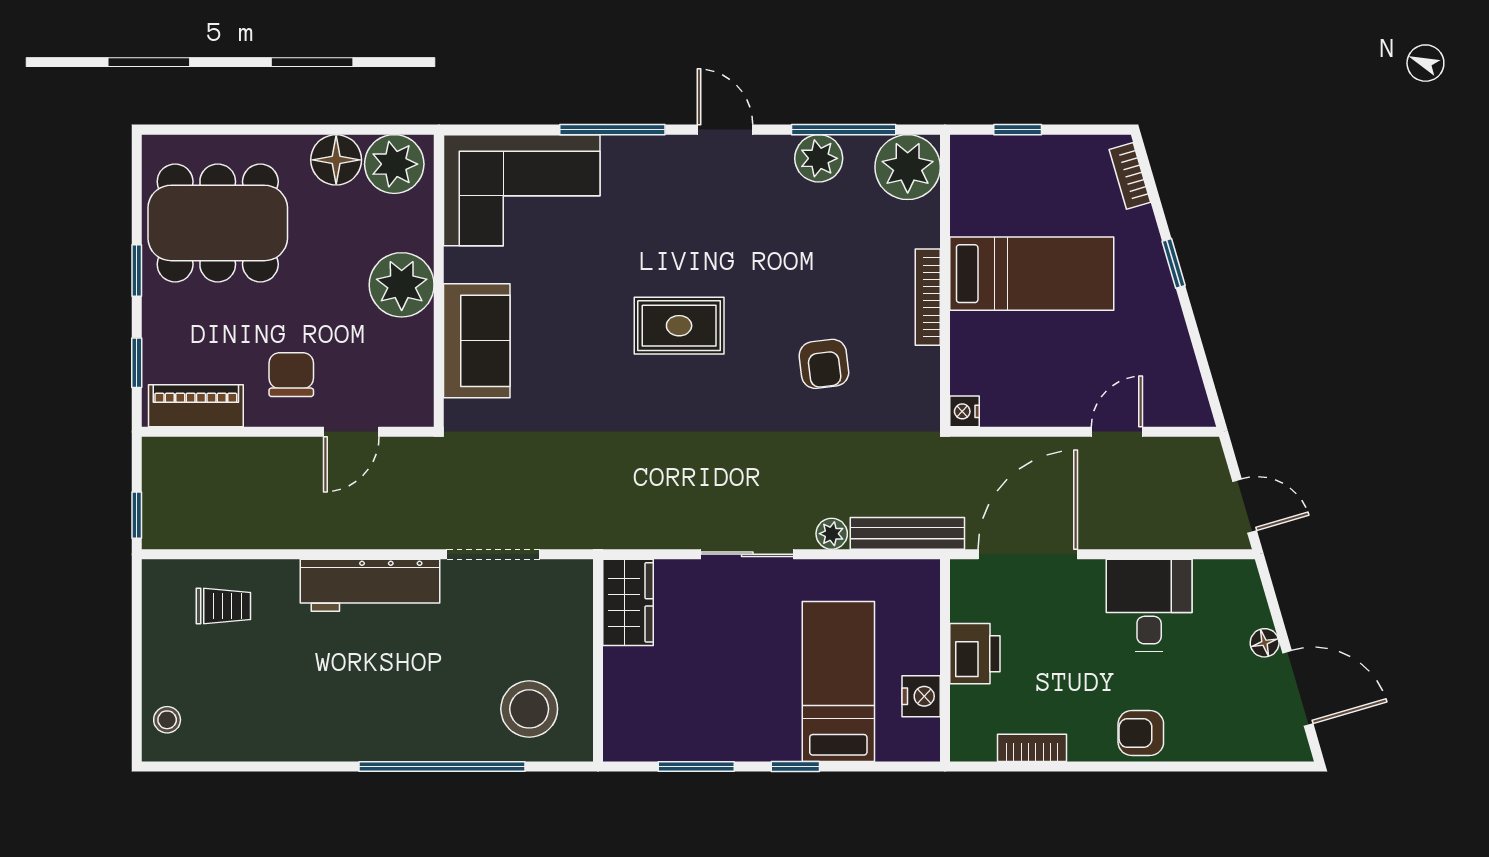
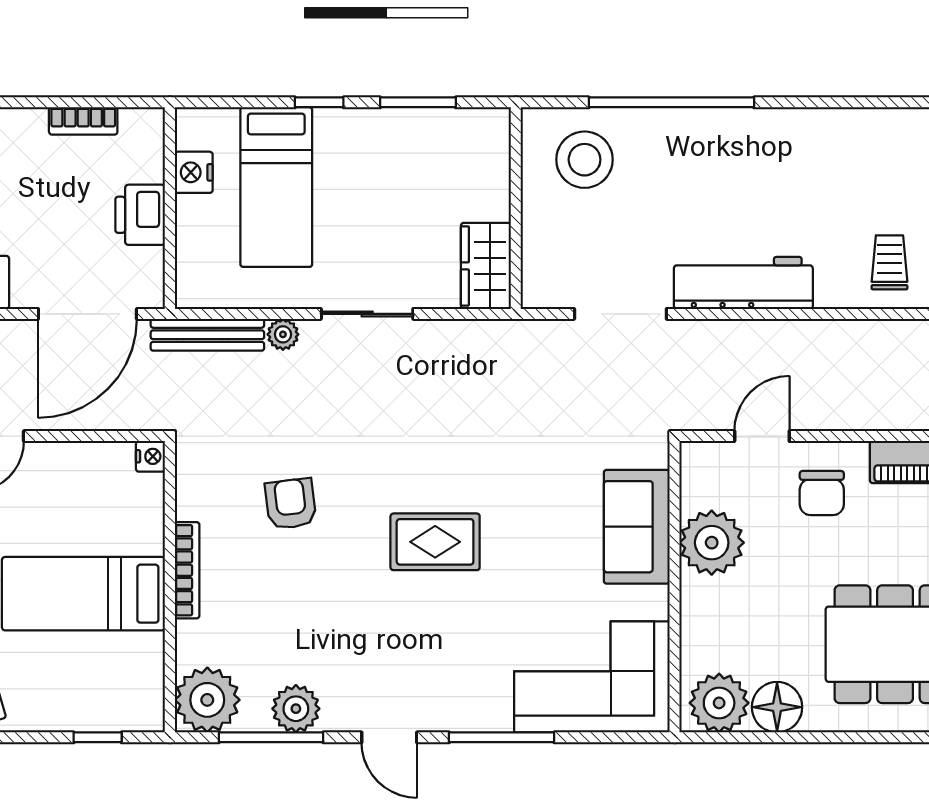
plant: (402, 285) -> (712, 543), moved
trolley: (223, 606) -> (889, 262), turned 90

